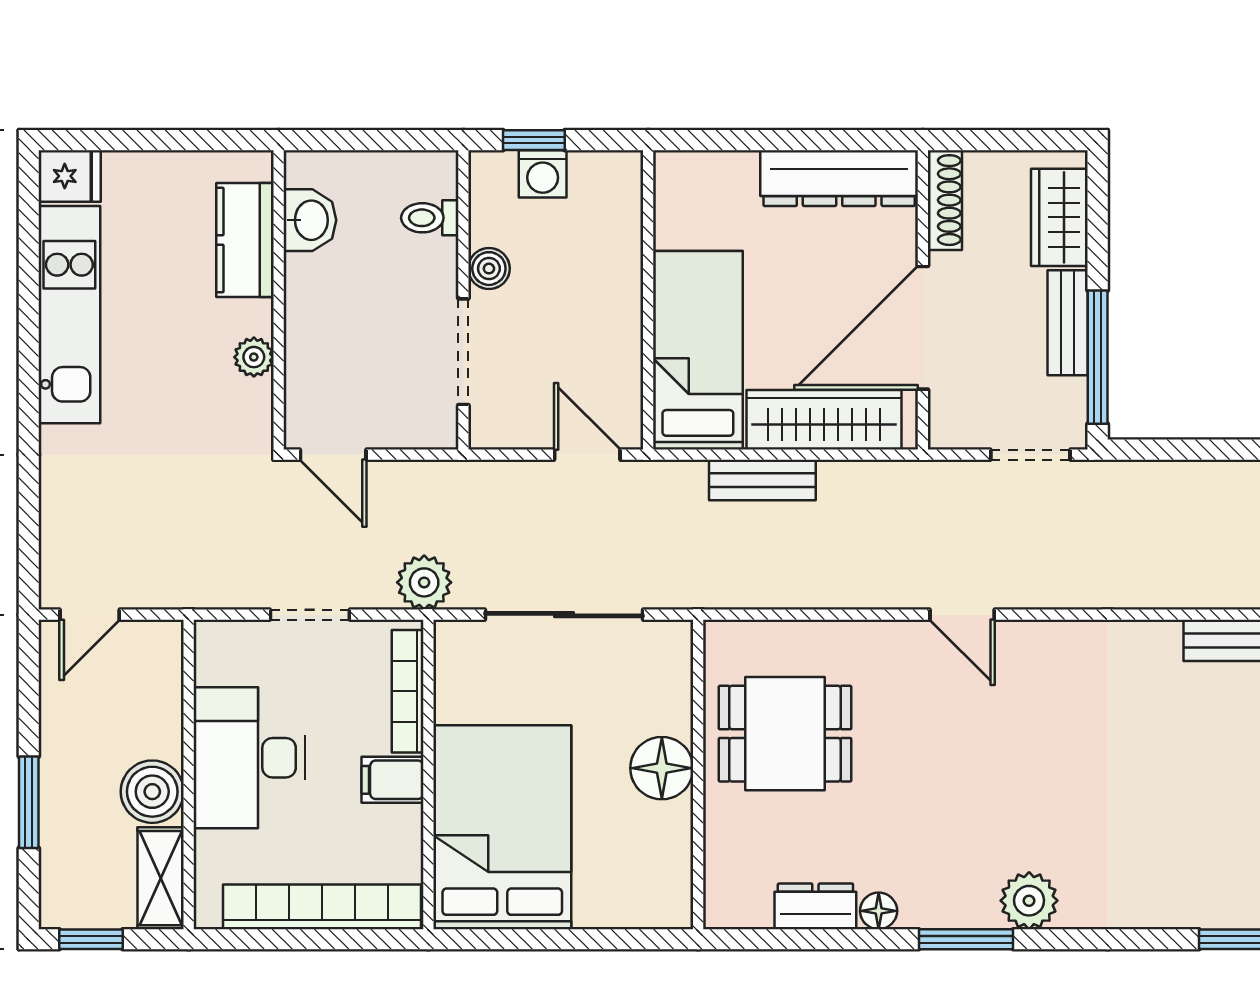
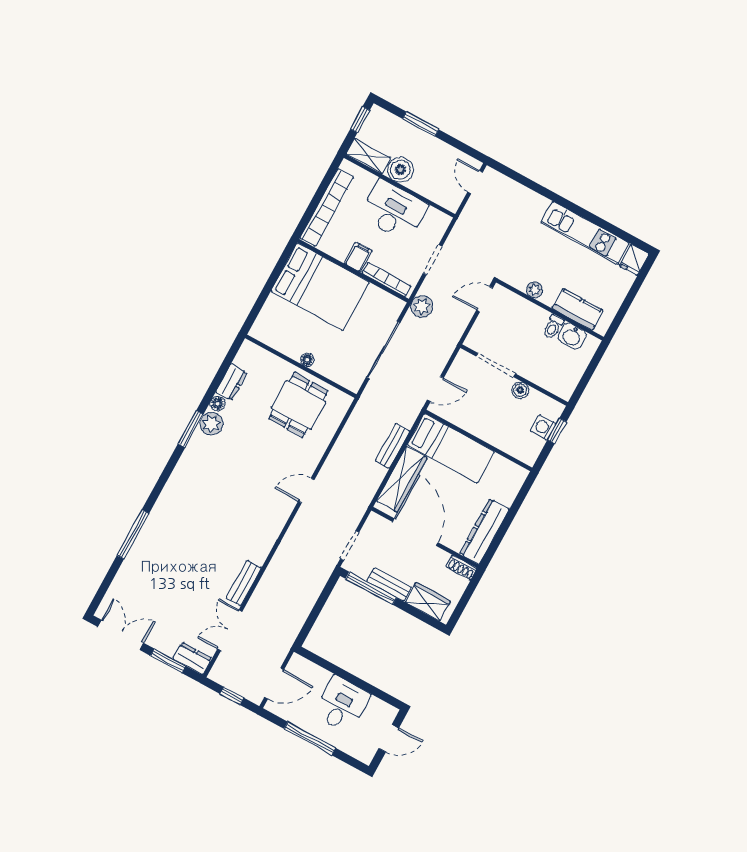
shoe rack: (945, 200) -> (461, 568), width x0.70
toilet: (430, 218) -> (553, 327), moved, turned 180
floor lamp: (662, 768) -> (307, 360), width x0.53, depth x0.53
plant: (1029, 901) -> (211, 424), moved

